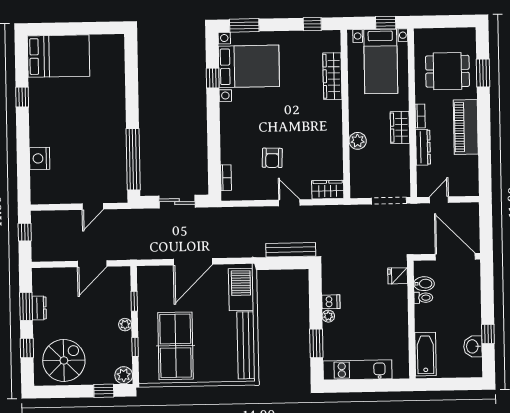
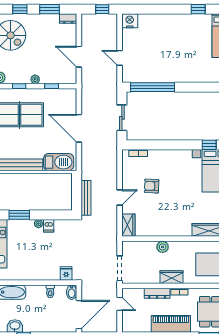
nightstand: (40, 158) -> (130, 21), moved
bidet: (424, 284) -> (72, 292), moved
dresser: (39, 308) -> (68, 19), moved

